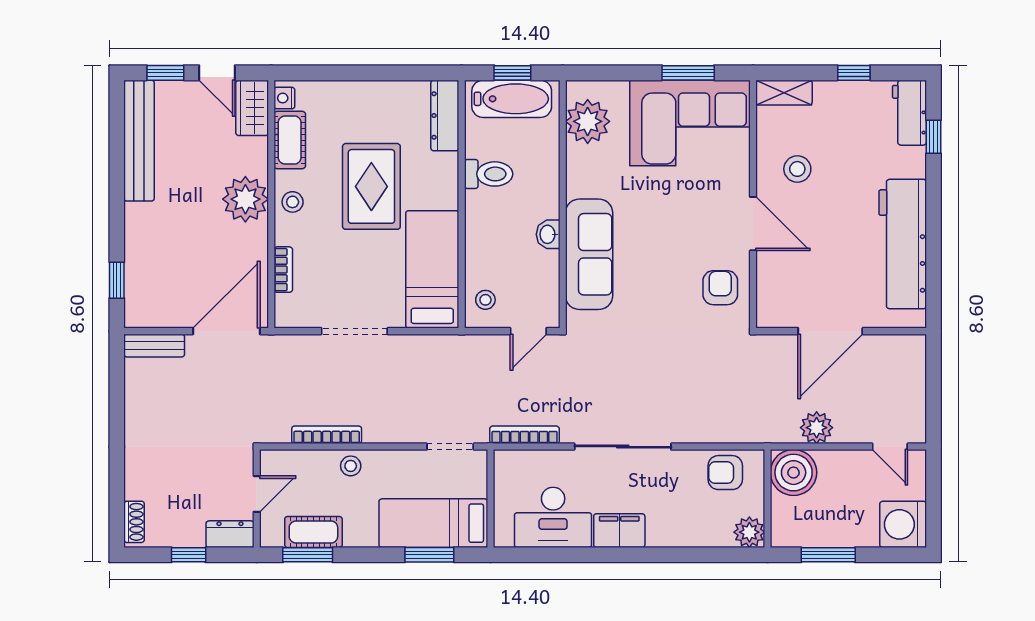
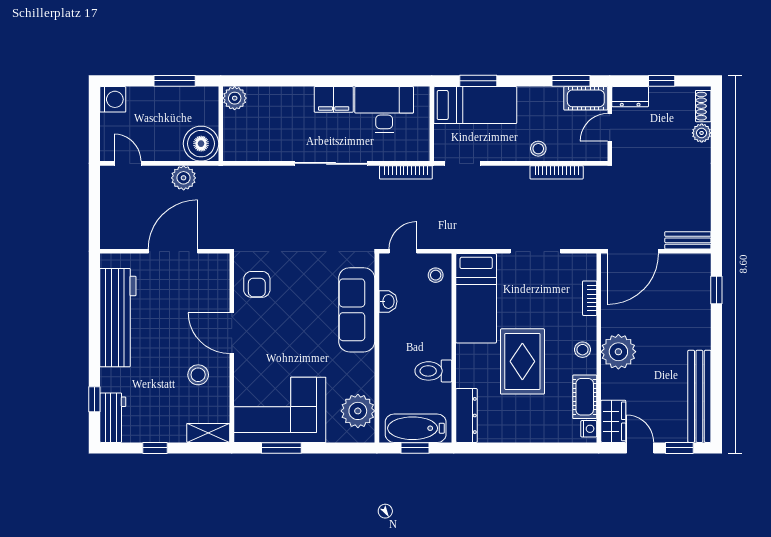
washbasin: (548, 234) -> (388, 301), moved
armchair: (725, 473) -> (253, 144), removed
plant: (136, 487) -> (702, 133), added
washing machine: (903, 524) -> (113, 99), width x0.73, depth x0.73
cot: (313, 532) -> (586, 98), moved

